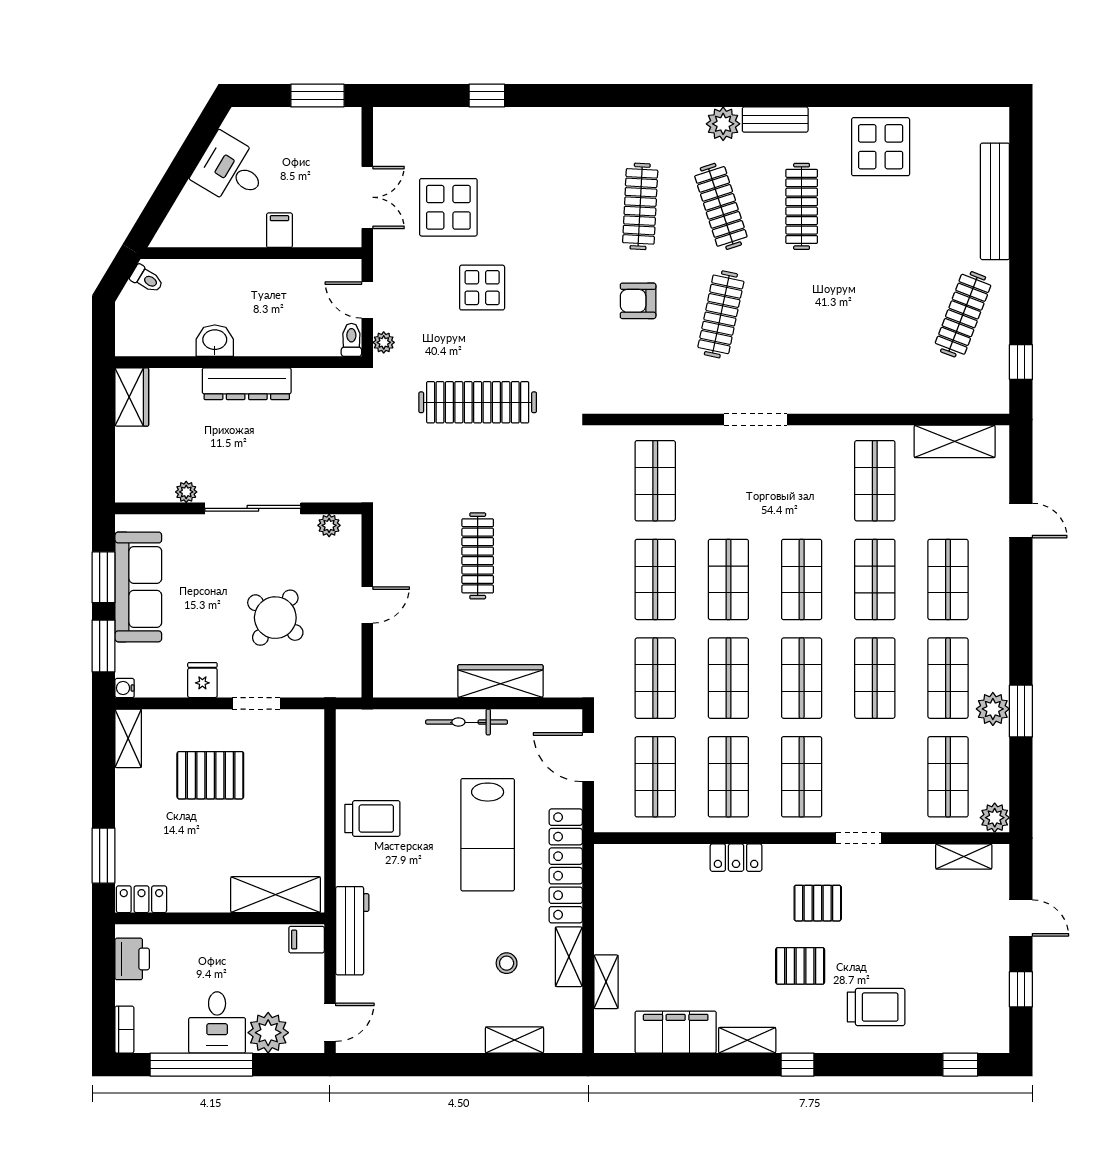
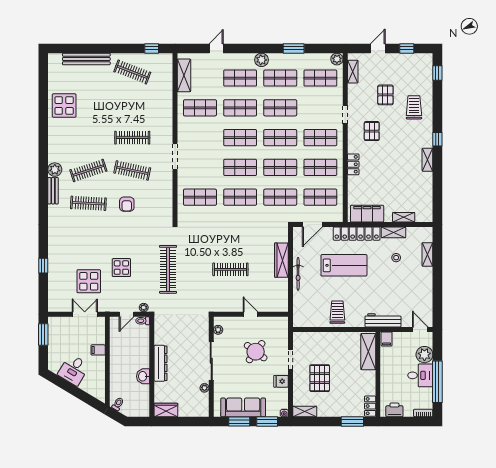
bench: (775, 120) -> (53, 191), moved
clothes rail: (802, 206) -> (132, 138), moved
plant: (993, 709) -> (262, 60), moved
pallet: (800, 966) -> (385, 95), moved
filing cabinet: (676, 1032) -> (367, 214), moved, turned 90

